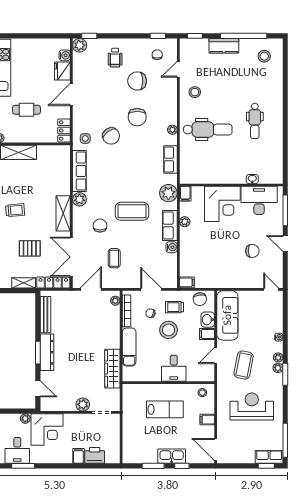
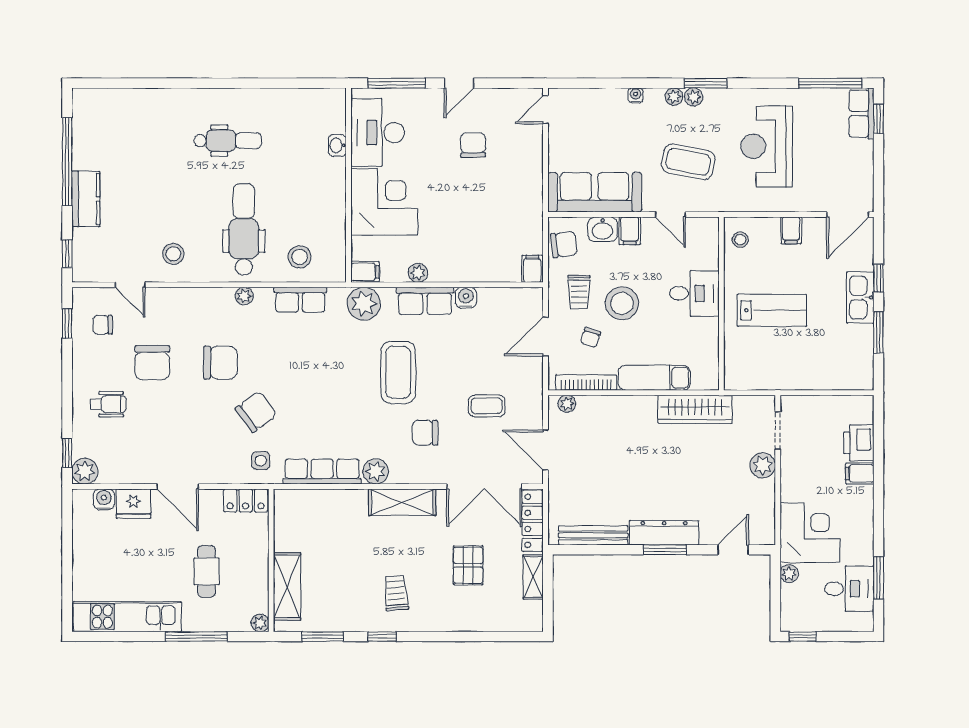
stool: (264, 56) -> (300, 257), moved
lab bench: (165, 409) -> (772, 310), turned 90

